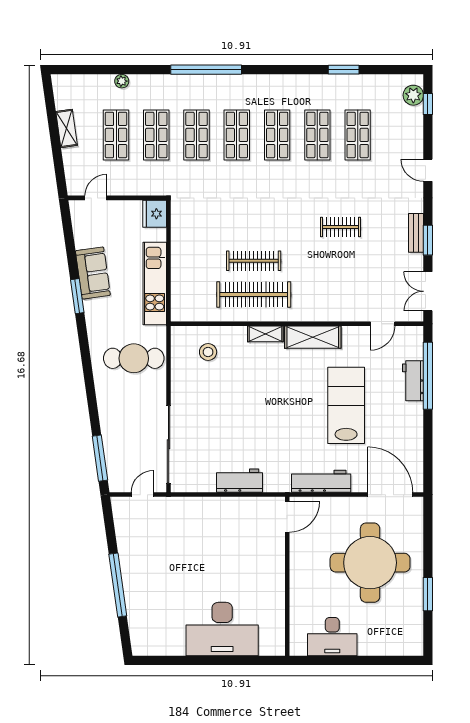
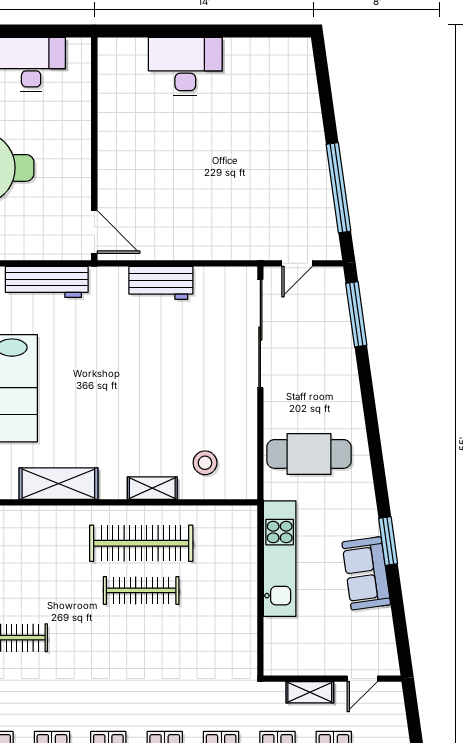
shelving: (133, 188) -> (310, 692), added
fridge: (155, 214) -> (280, 656), removed
shelving: (265, 334) -> (152, 488), moved
door: (287, 517) -> (94, 232), swing flipped
window: (118, 585) -> (338, 188), moved
desk: (222, 629) -> (185, 66), width x0.73, depth x0.77

